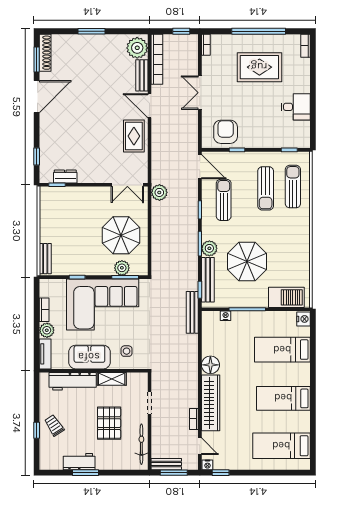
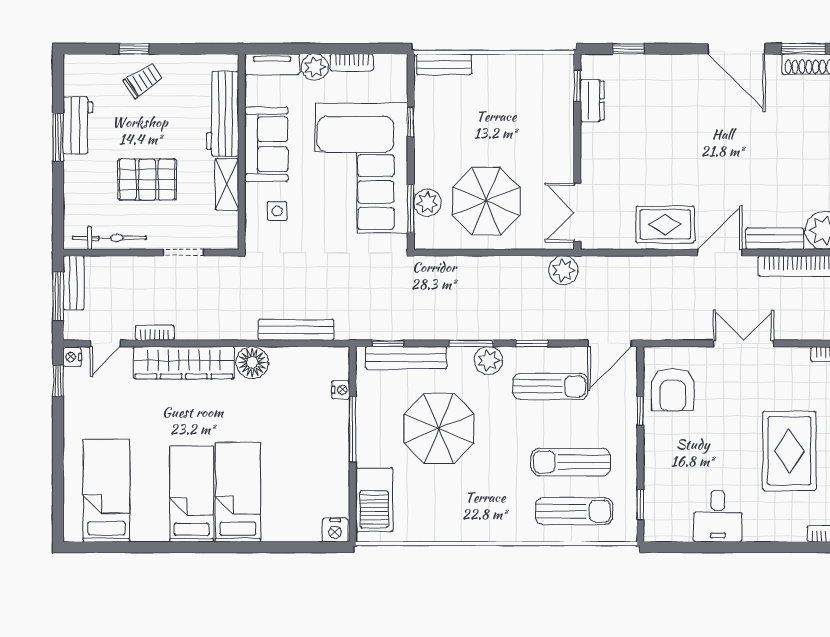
armchair: (226, 132) -> (673, 390), turned 90
plant: (209, 248) -> (489, 361), moved
bench: (192, 312) -> (296, 330), moved
bed: (282, 350) -> (238, 492), moved

